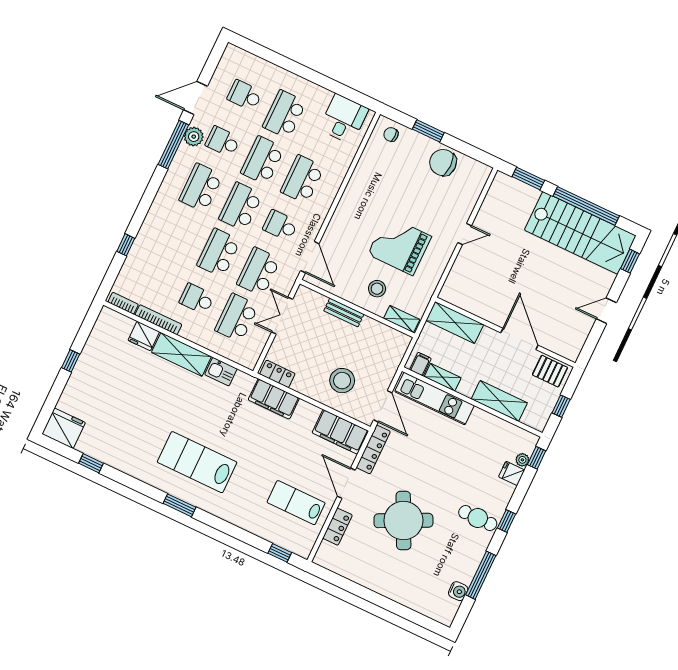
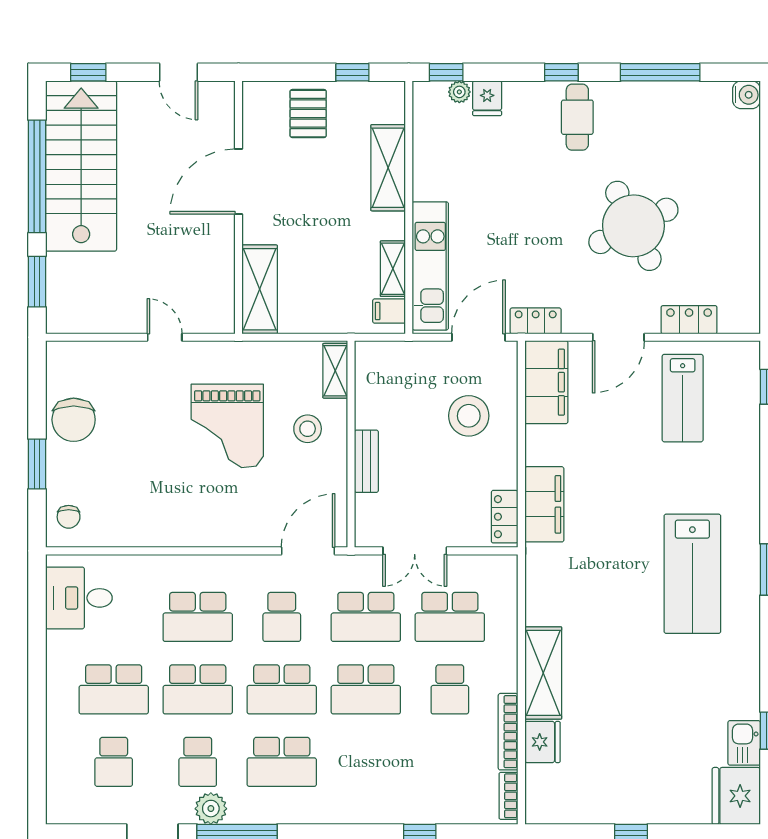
shelving: (455, 323) -> (260, 289), moved
wall: (505, 332) -> (238, 207), moved
door: (519, 339) -> (238, 182), moved
kitchen sink: (221, 372) -> (744, 743), moved, turned 180
locker: (373, 449) -> (536, 321), width x0.66
water cooler: (458, 591) -> (746, 95), moved, turned 90

